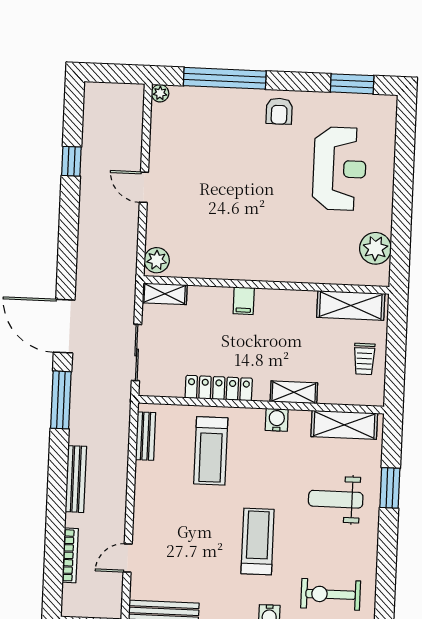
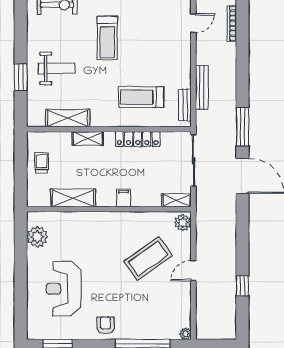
door: (144, 187) -> (193, 271), swing flipped
coffee table: (211, 208) -> (148, 259), added
shelving: (351, 305) -> (73, 198), moved
sliding door: (137, 352) -> (193, 160), width x1.37
water cooler: (277, 420) -> (98, 120), removed
shelving: (344, 425) -> (68, 118), moved
treadmill: (211, 451) -> (141, 97), turned -90
bench: (76, 479) -> (202, 87), moved

